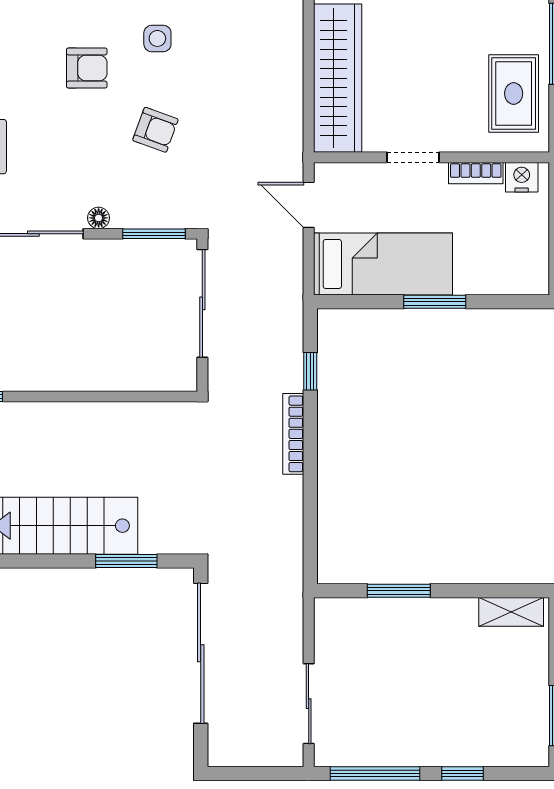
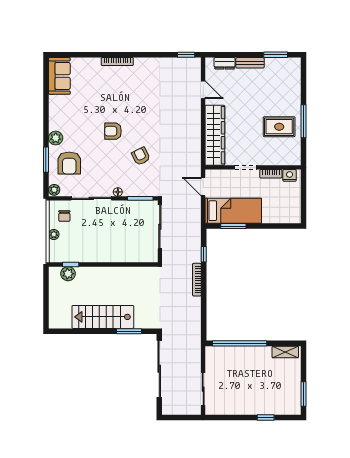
side table: (157, 38) -> (142, 119), removed
armchair: (87, 68) -> (113, 131), turned 180
rug: (514, 94) -> (279, 127), moved, turned 90
armchair: (155, 130) -> (141, 156), turned -136
window: (435, 302) -> (233, 226), moved
window: (399, 591) -> (240, 343), width x2.11
window: (375, 774) -> (230, 418), removed

